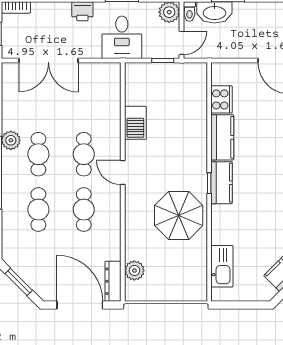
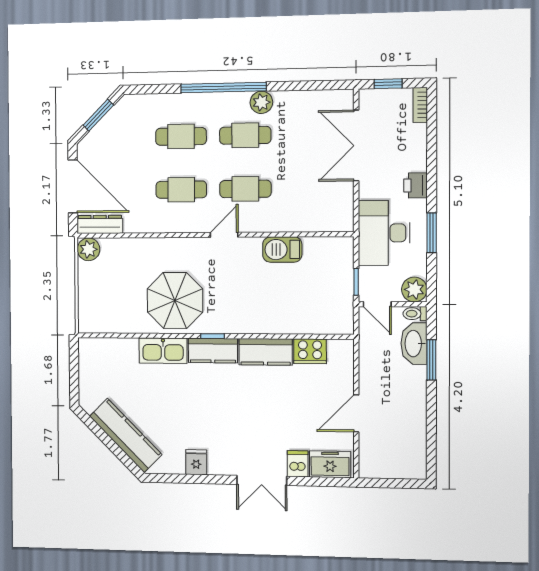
desk: (122, 37) -> (384, 233), width x1.37
kitchen sink: (222, 266) -> (163, 351), moved
plant: (134, 271) -> (89, 249), moved
door: (80, 305) -> (73, 186), hinge flipped

